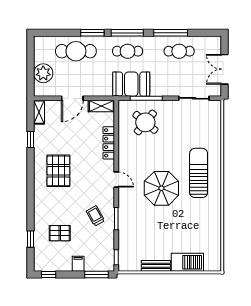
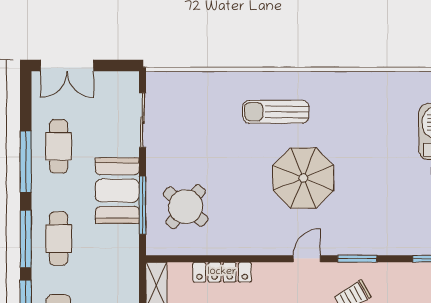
double door: (224, 69) -> (67, 65), moved
booth: (131, 84) -> (117, 191), moved
sun lounger: (199, 173) -> (276, 112), width x0.73, depth x0.75
door: (116, 180) -> (307, 259), moved

